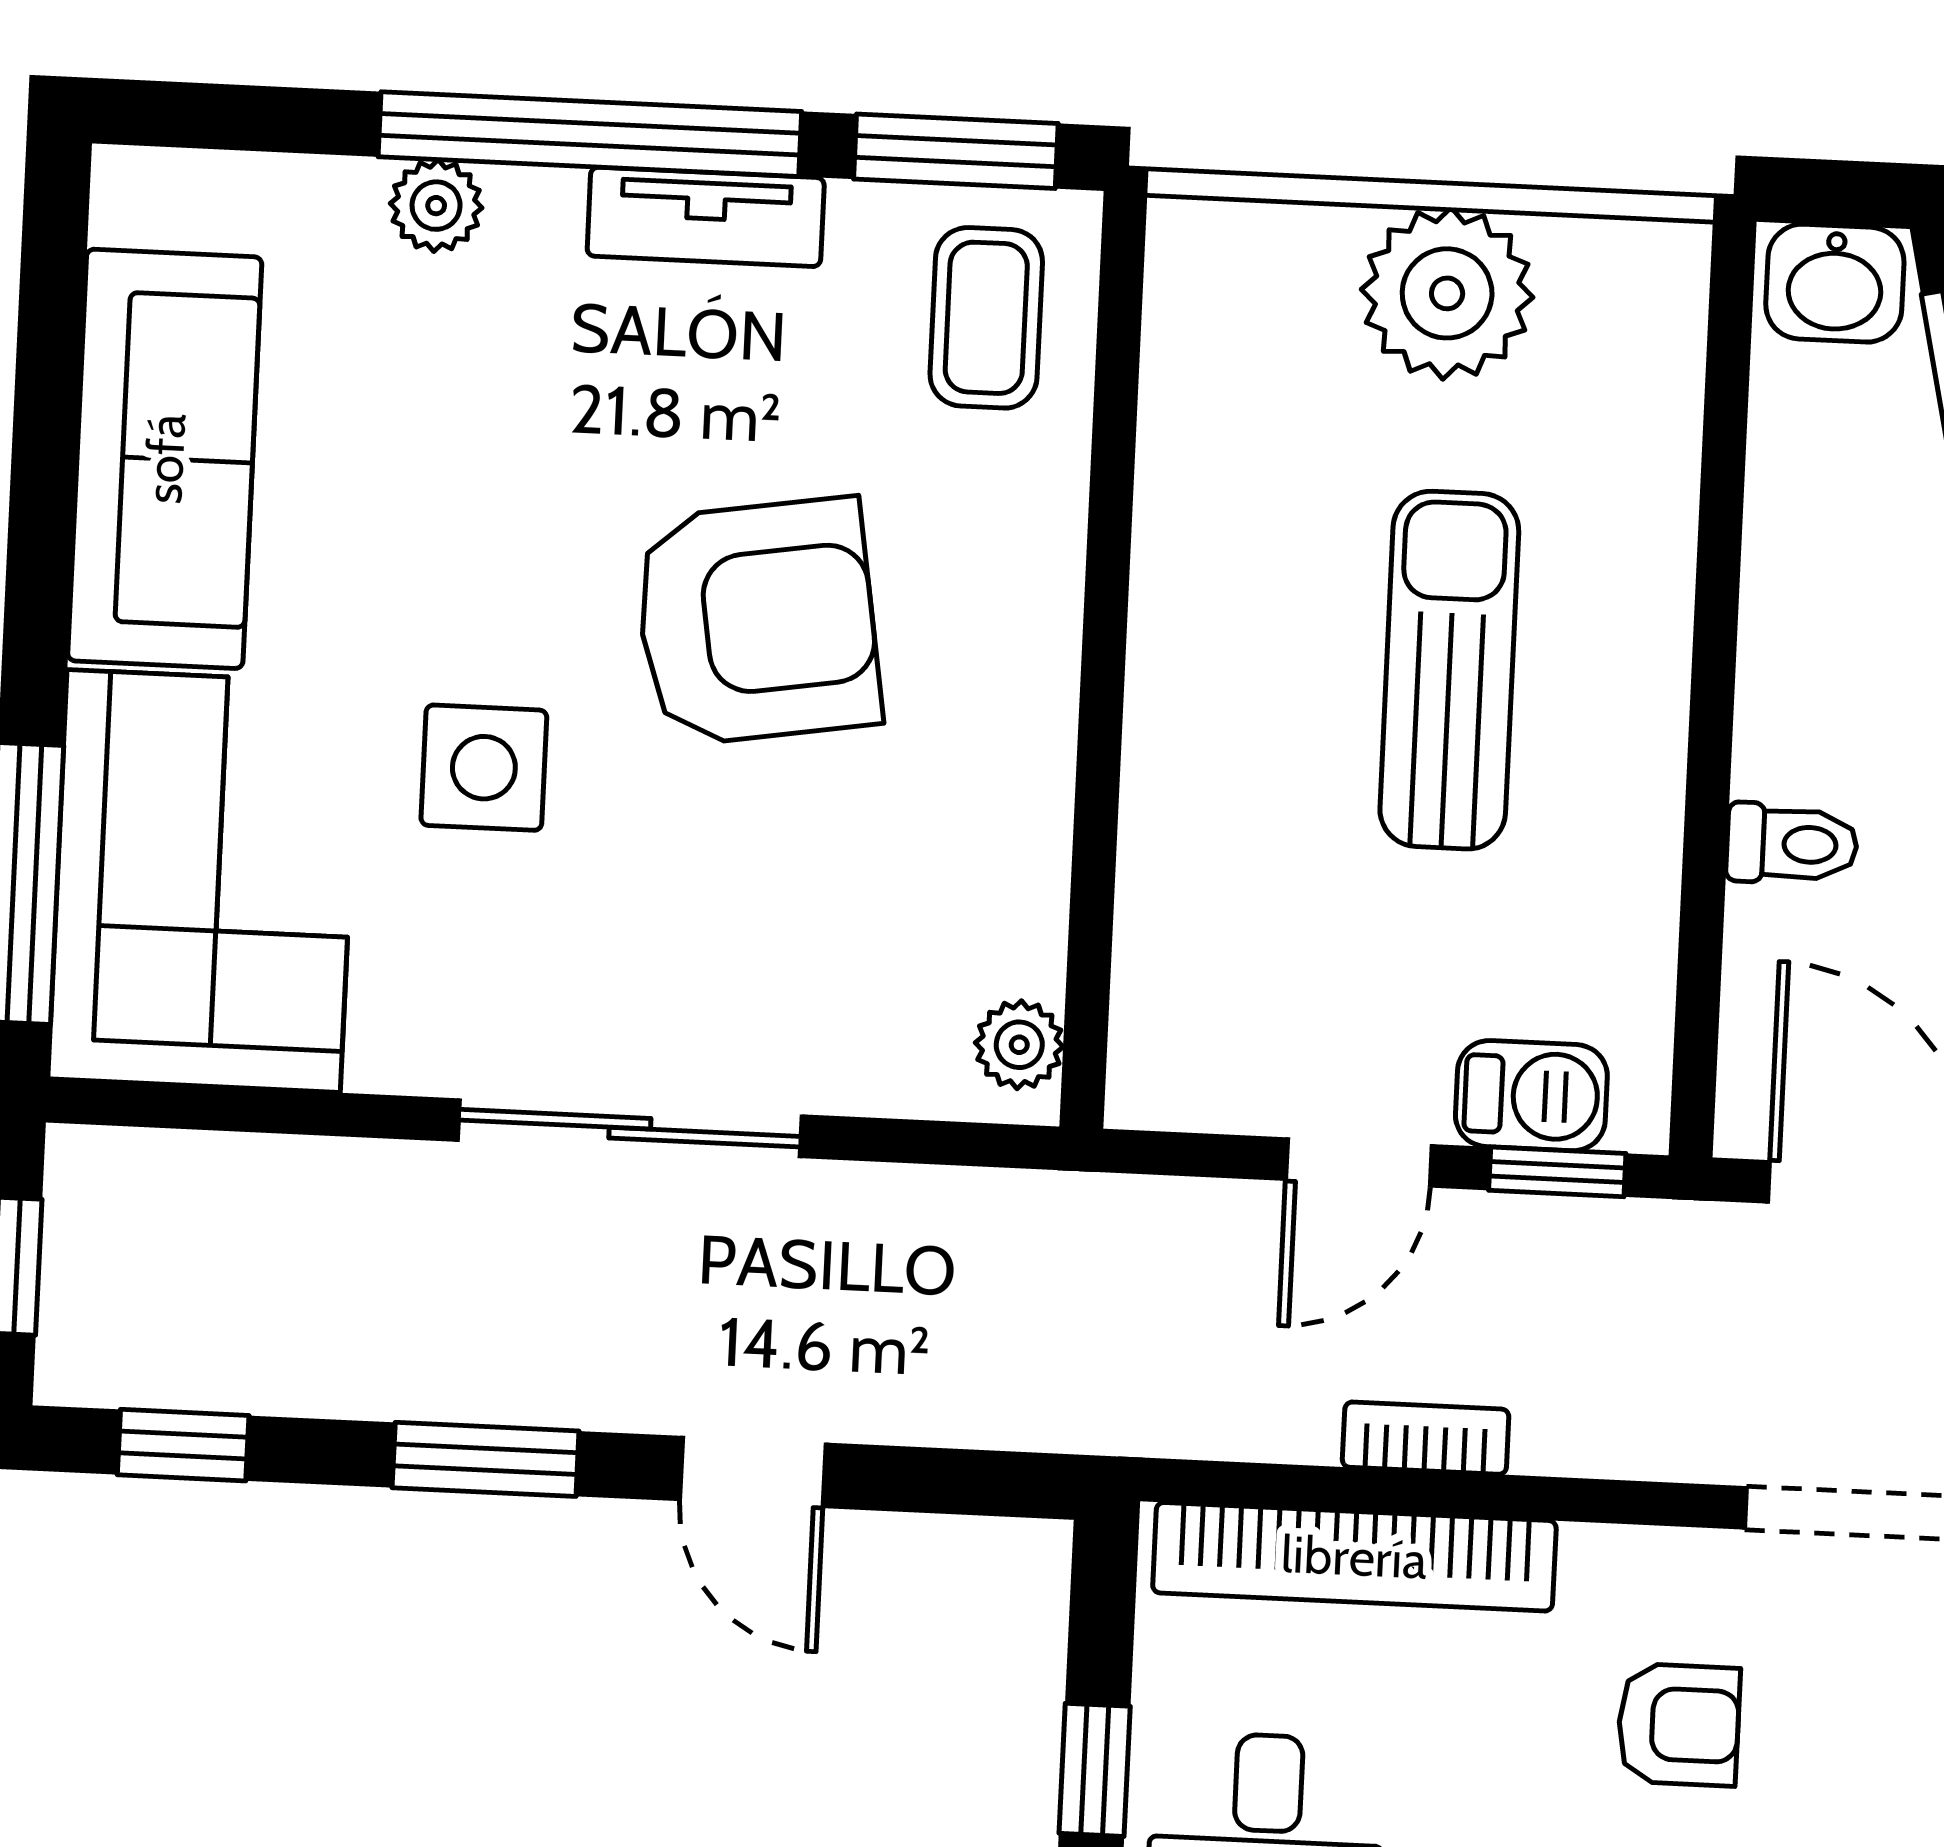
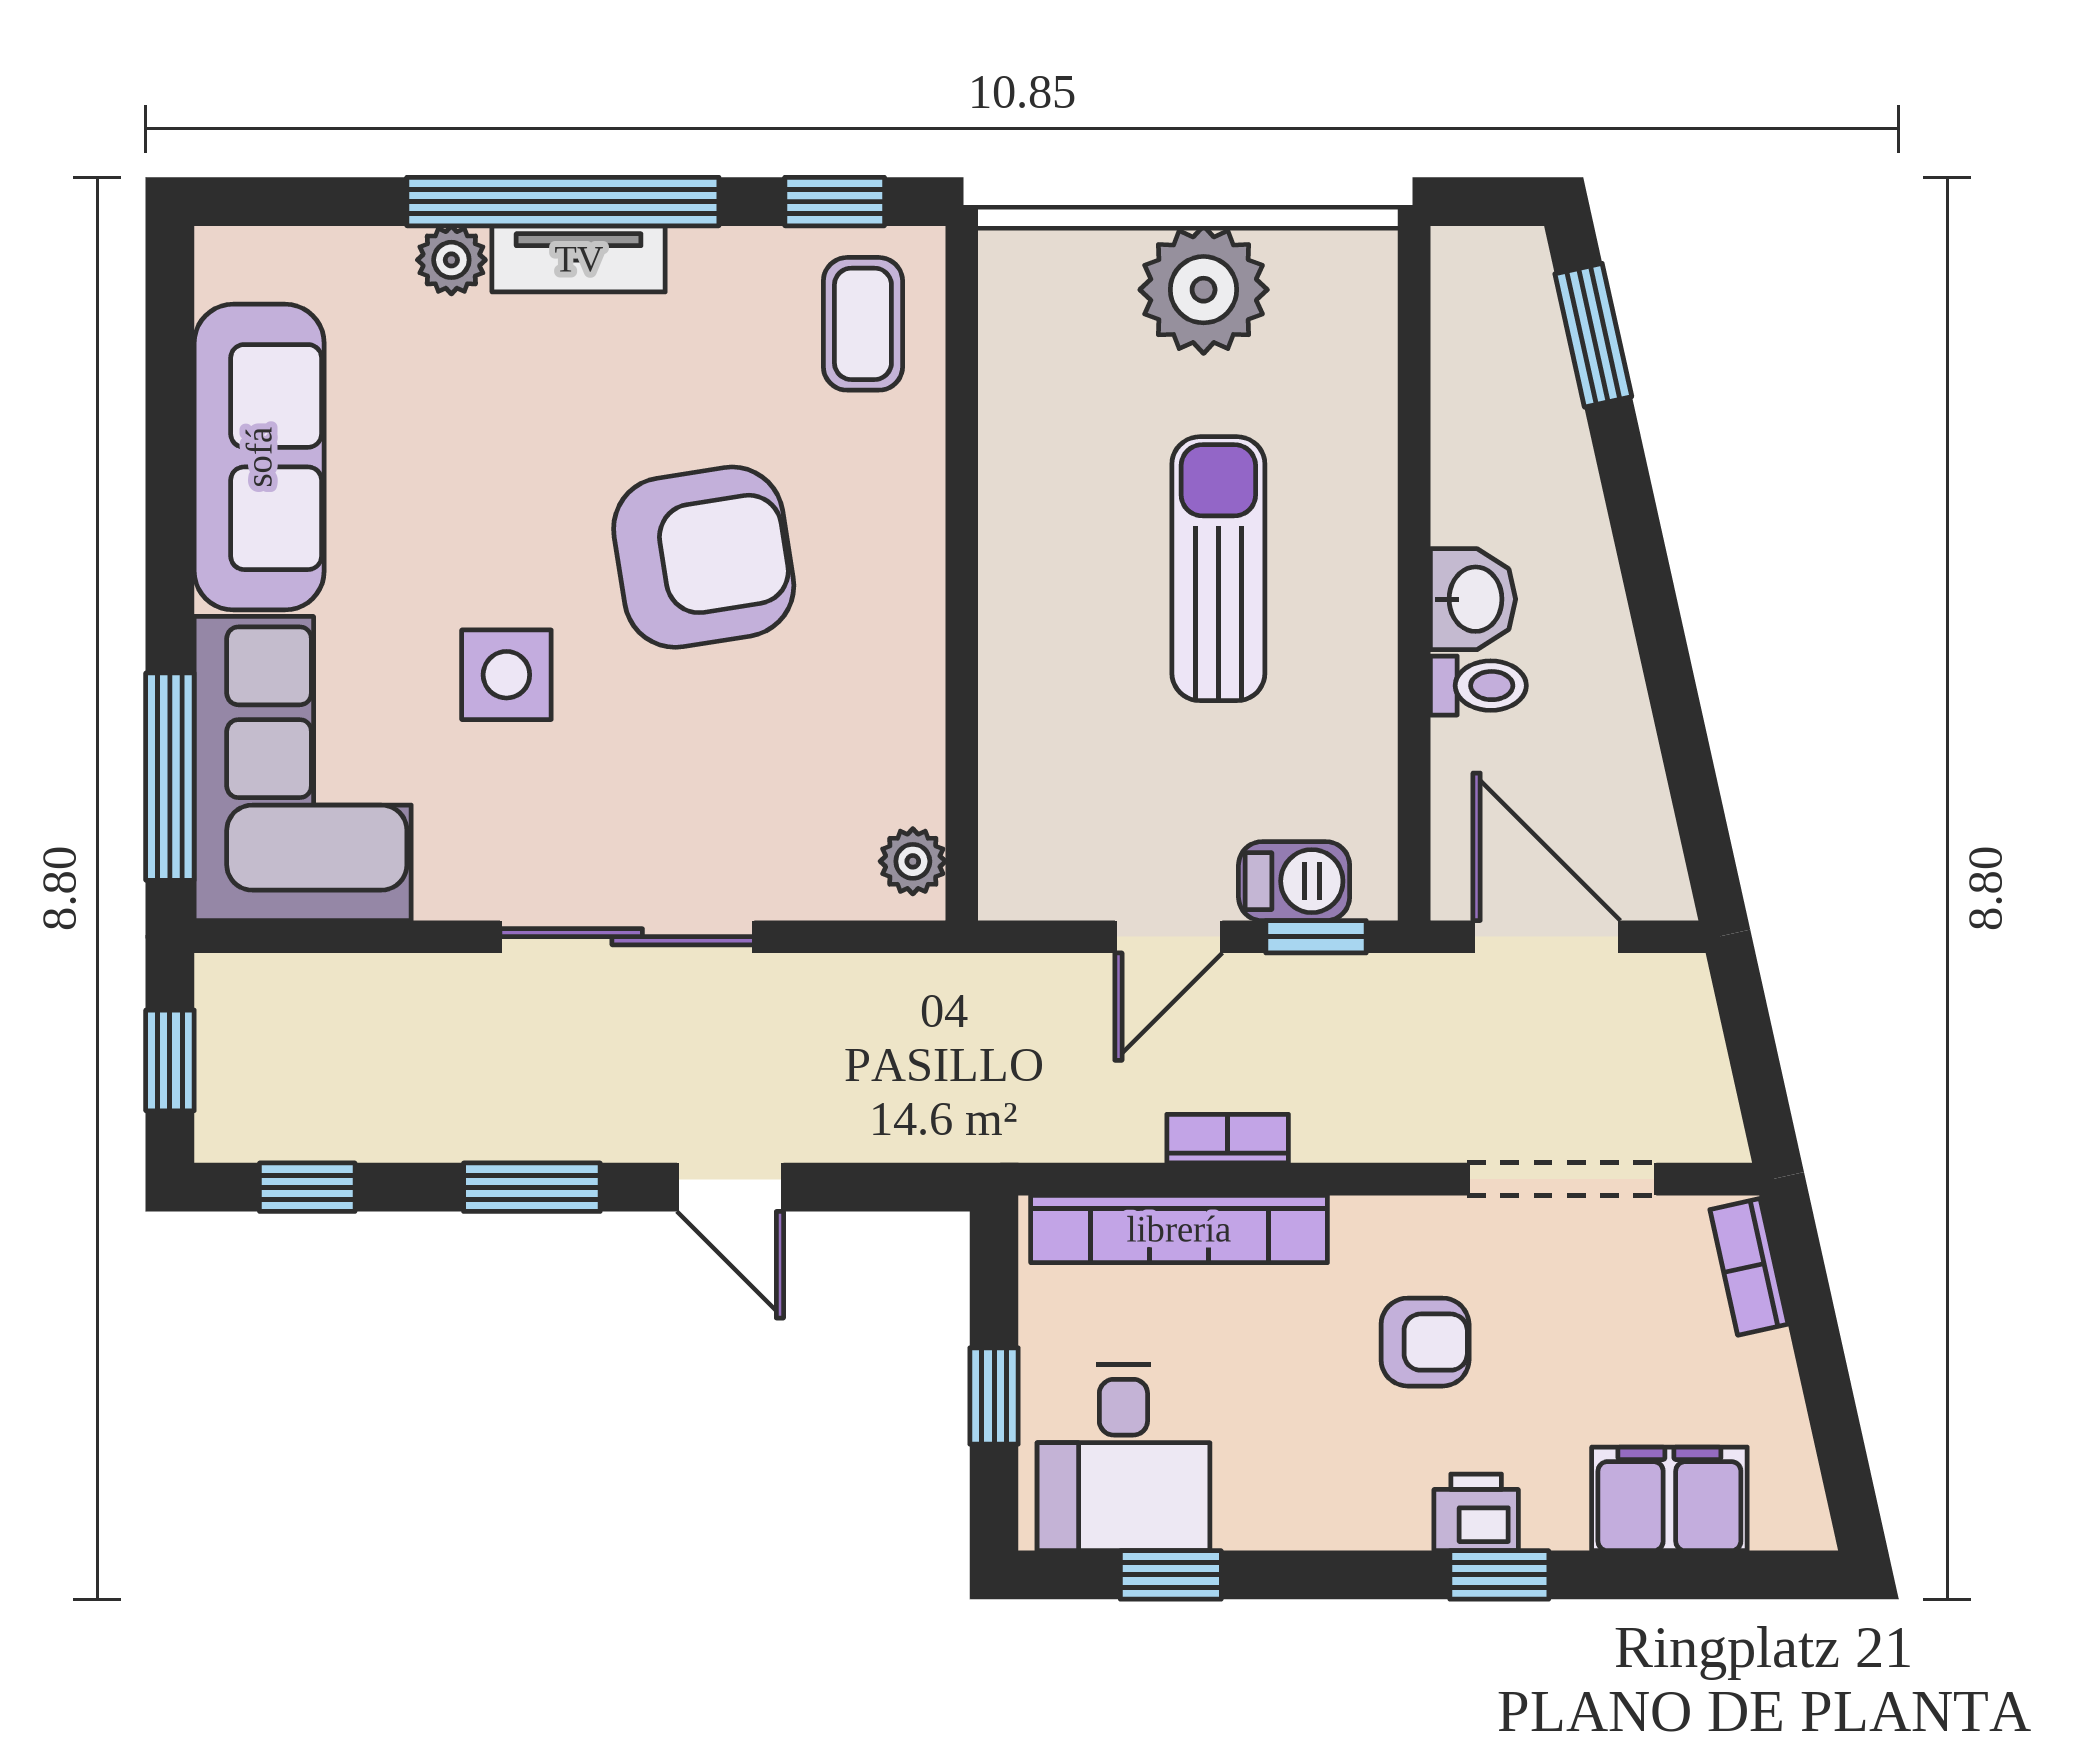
window: (956, 151) -> (835, 202), width x0.67
tv unit: (706, 217) -> (579, 259), moved
washbasin: (1835, 283) -> (1473, 599), moved, turned -90

